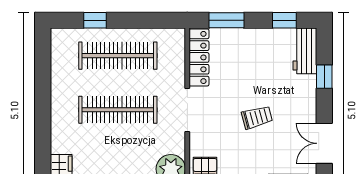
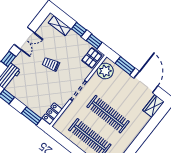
locker: (199, 57) -> (52, 114), width x0.66
double door: (324, 143) -> (24, 39), moved

